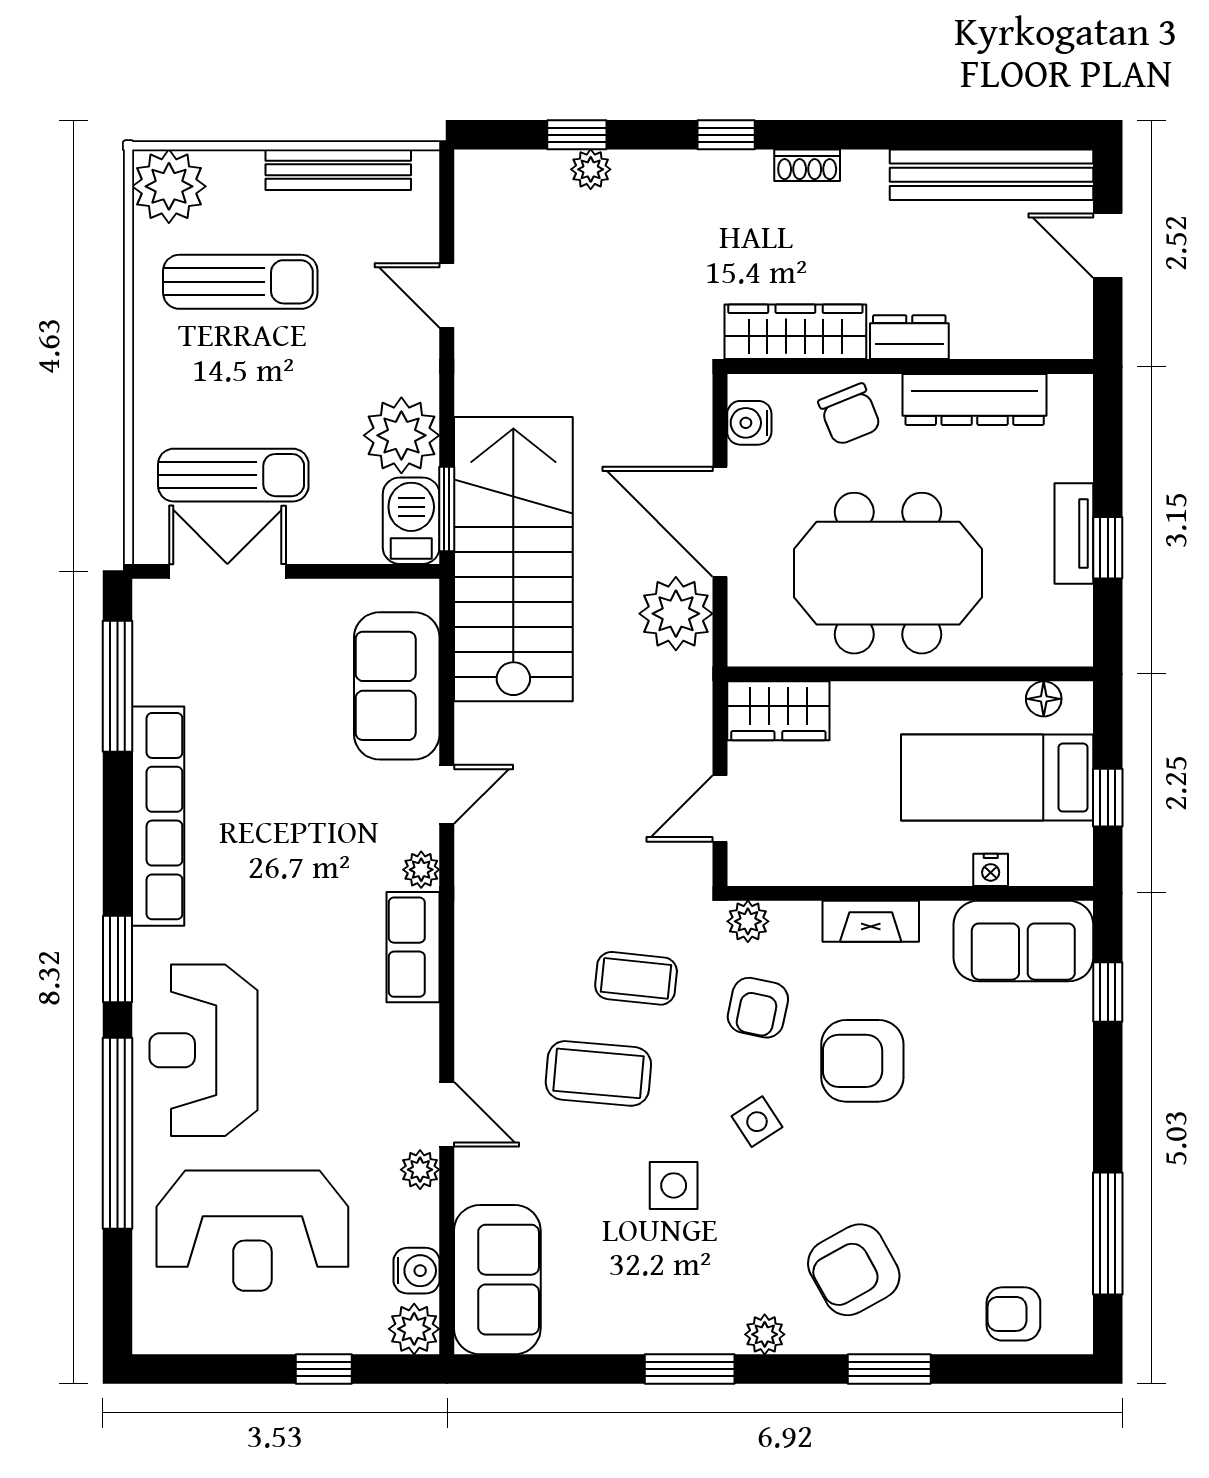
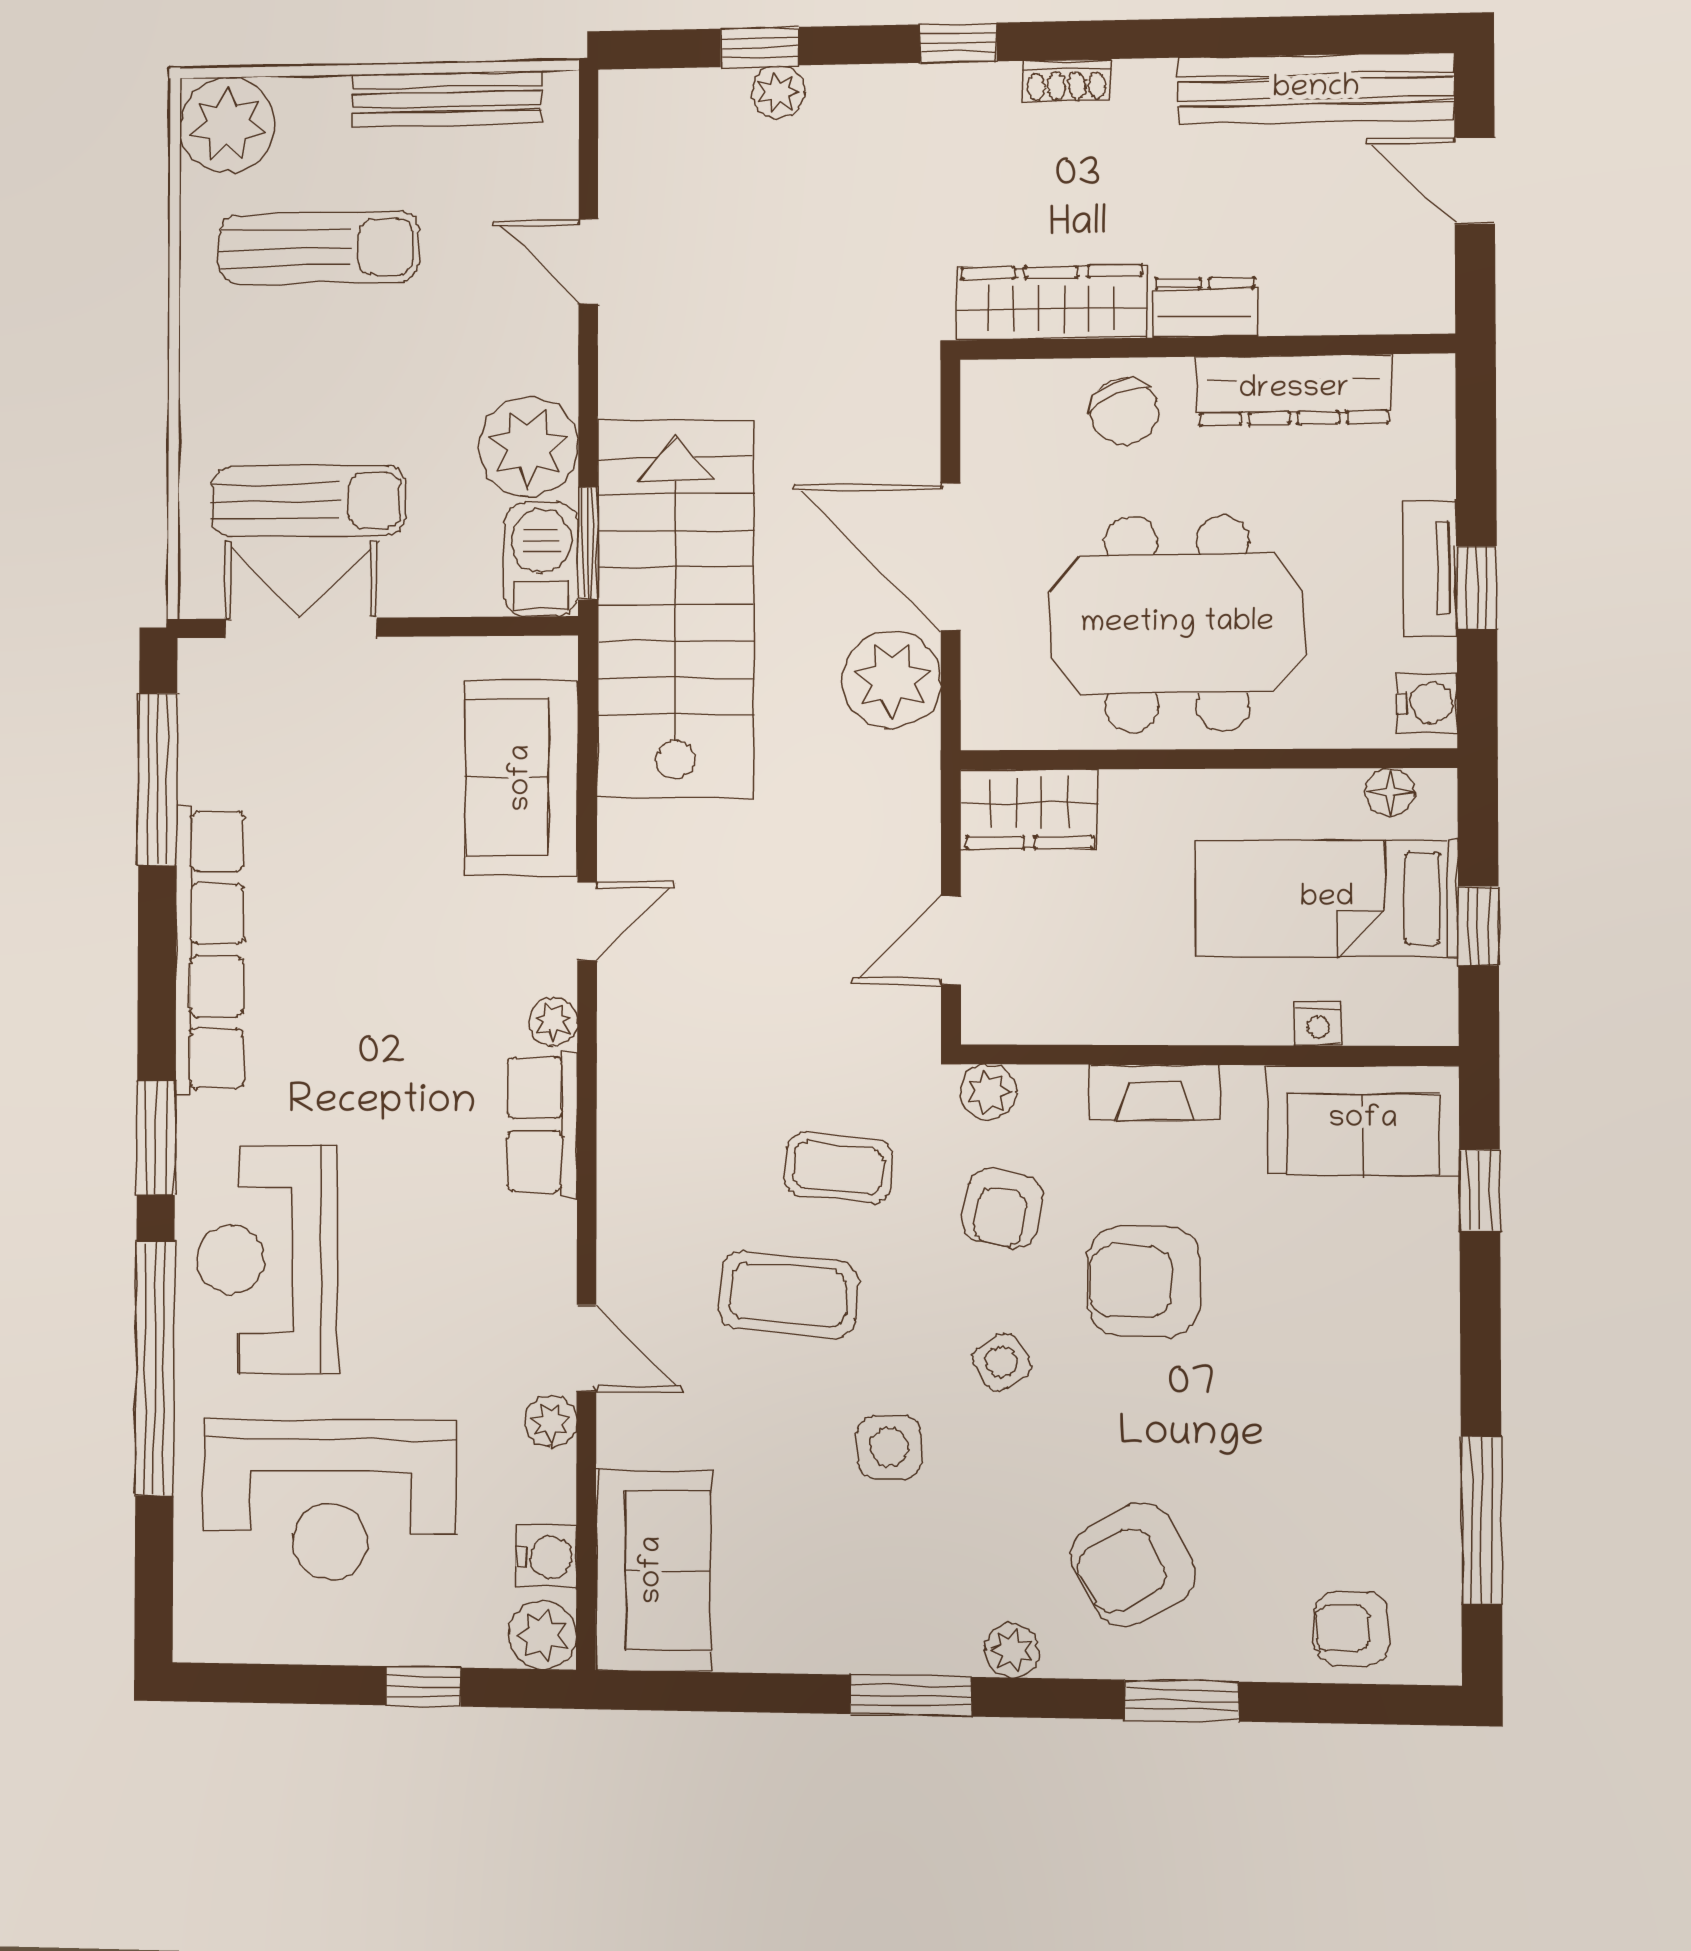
water cooler: (749, 423) -> (1427, 703), moved, turned 180

